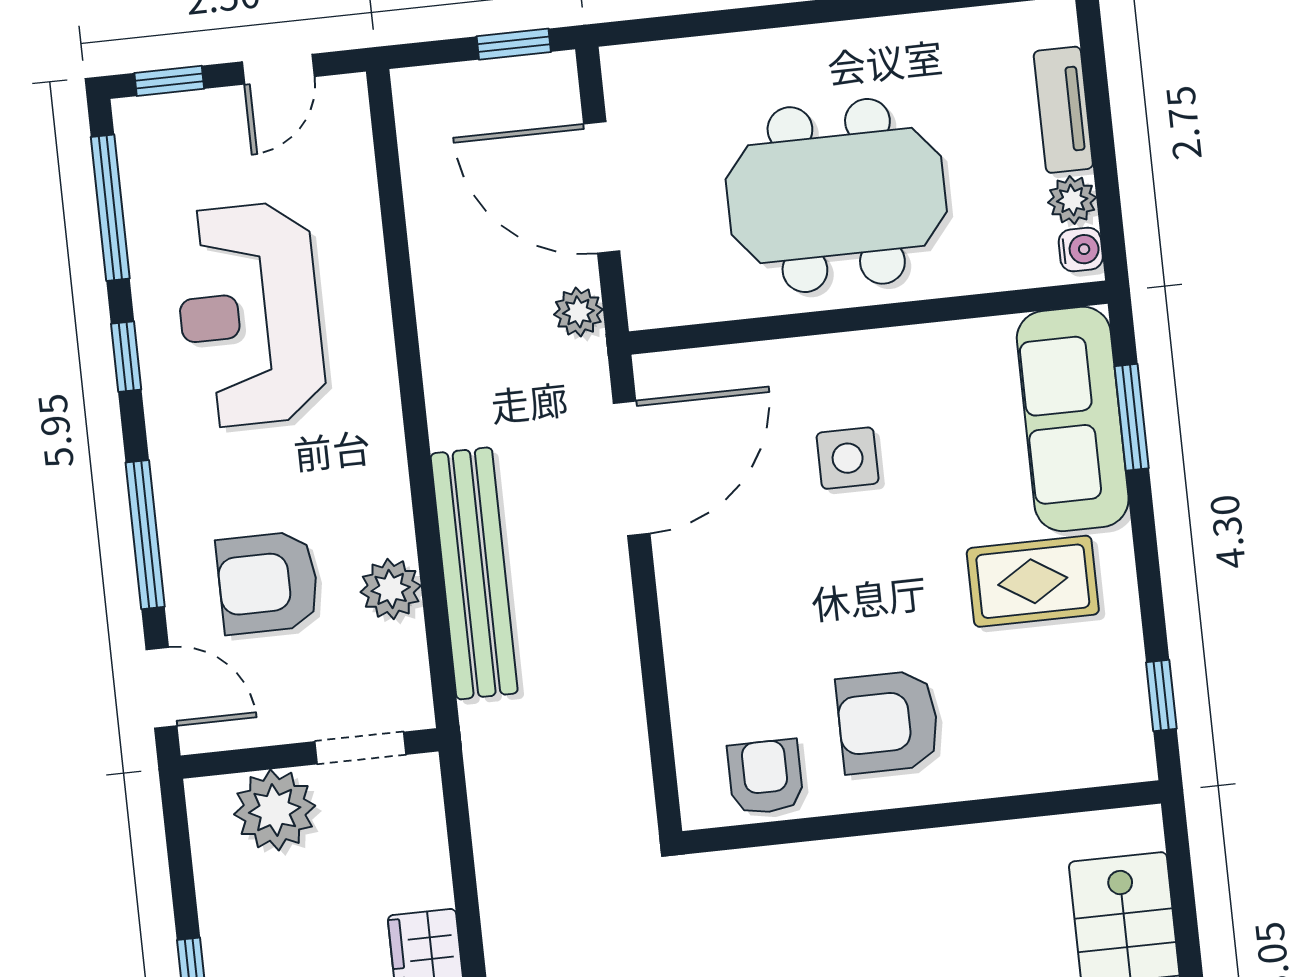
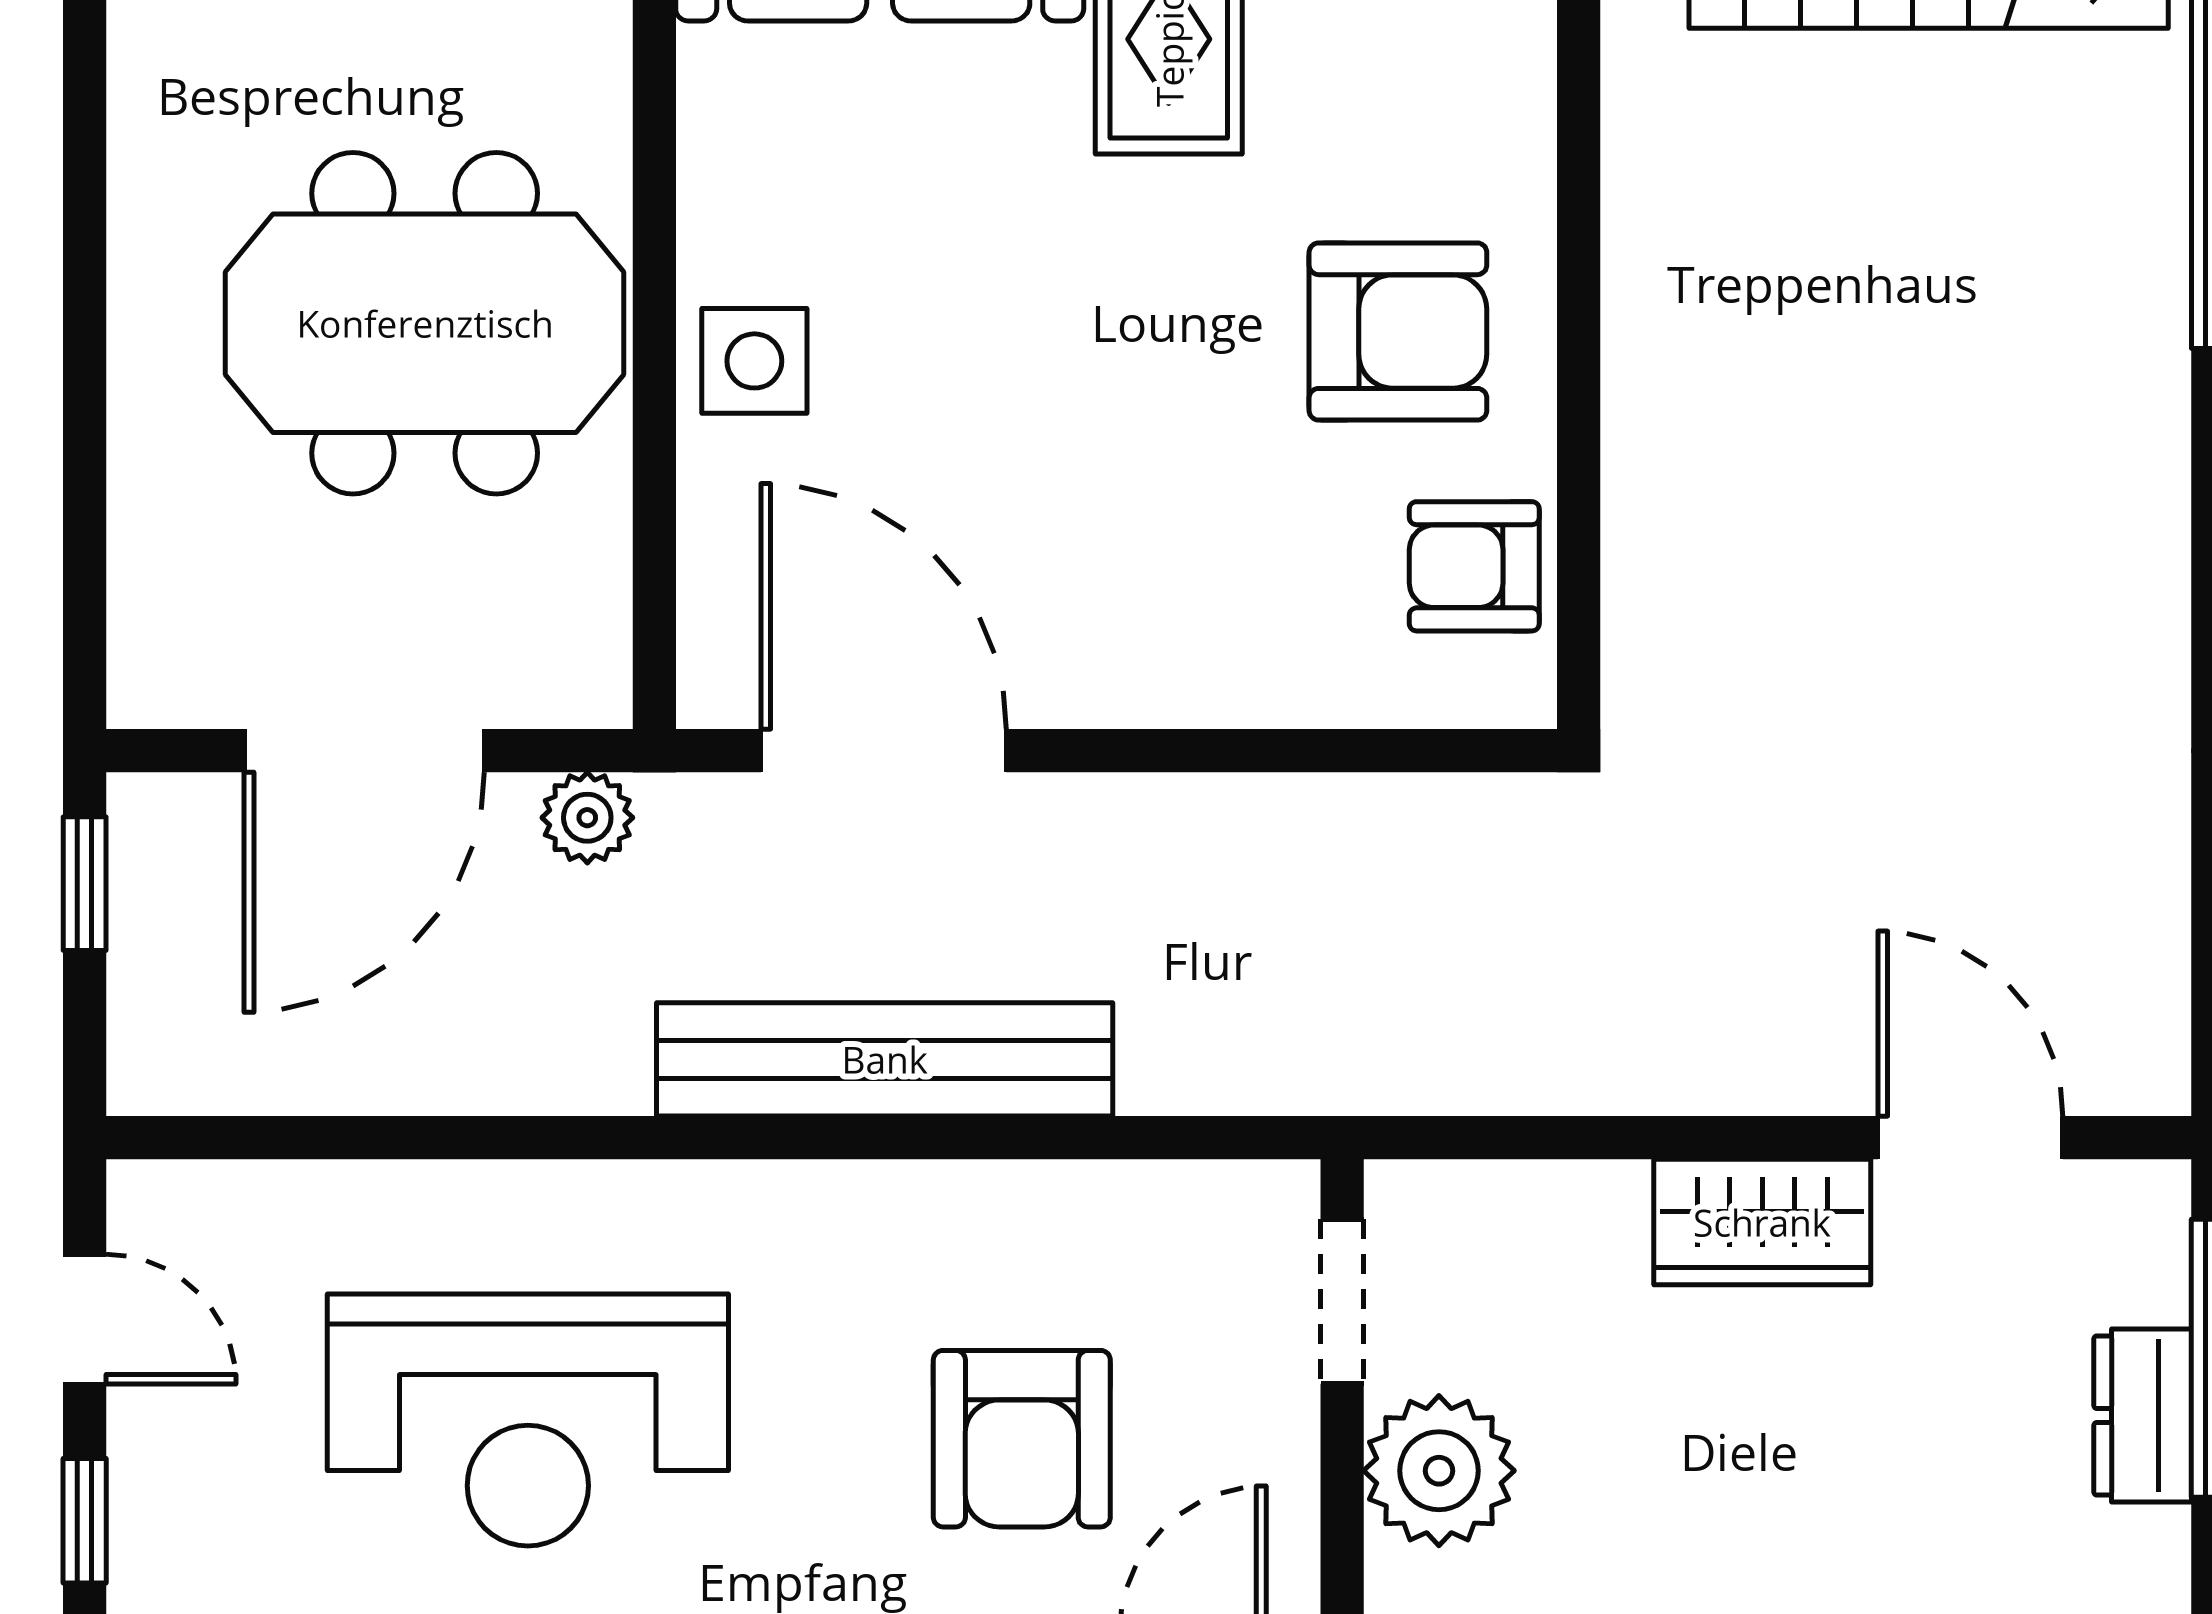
meeting table: (836, 195) -> (425, 323), turned 90
side table: (848, 458) -> (754, 361), moved
bench: (474, 573) -> (885, 1059), moved
plant: (391, 589) -> (1057, 1215), removed
armchair: (888, 722) -> (1398, 332), turned -90

